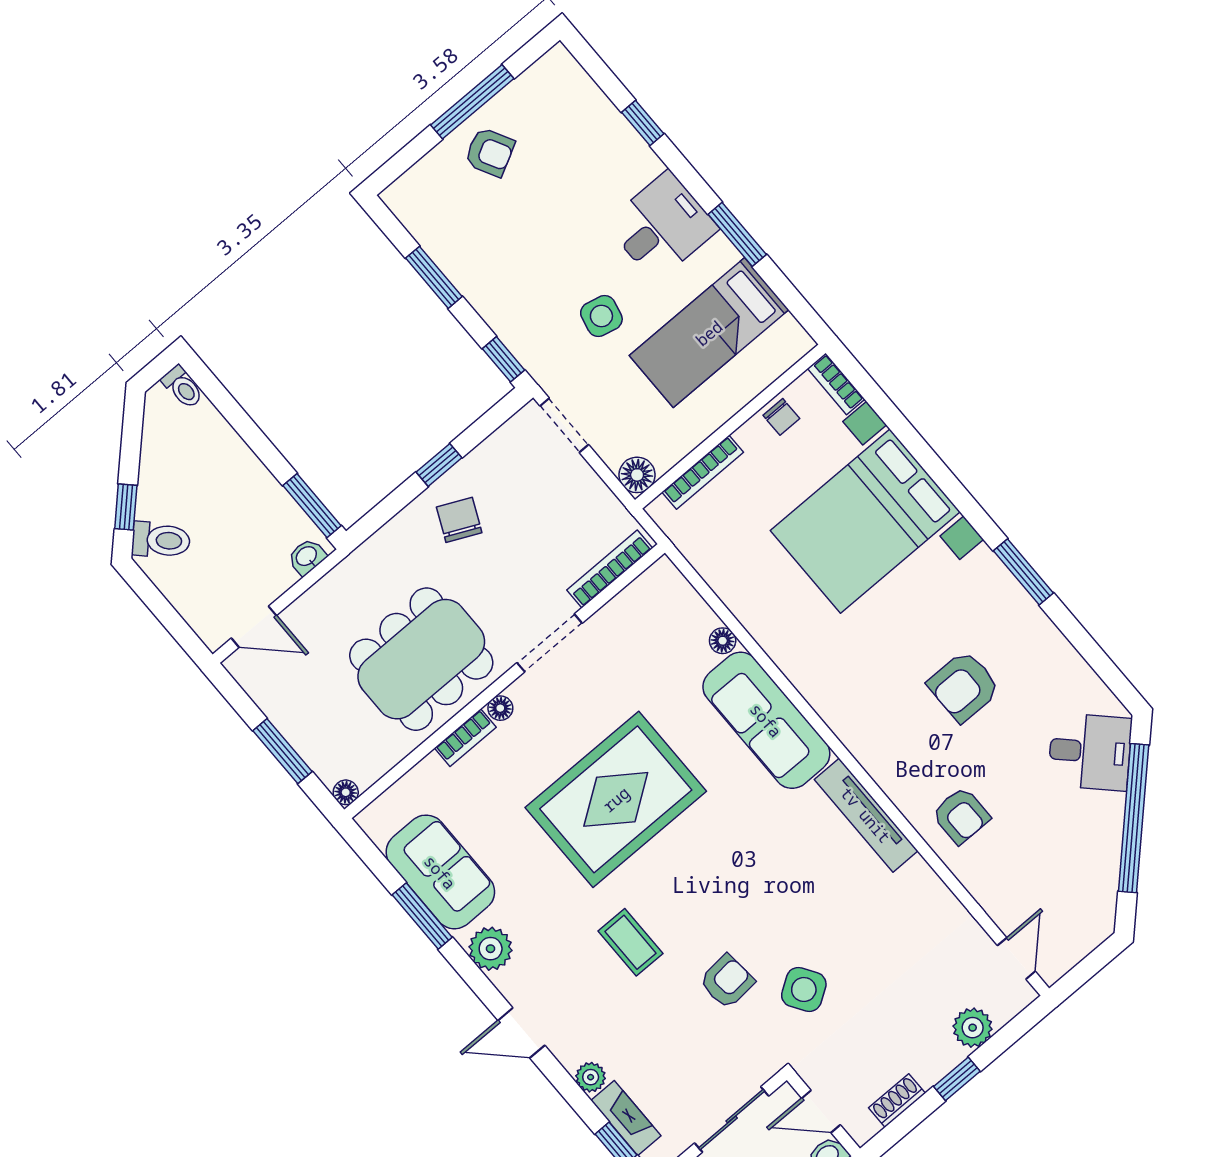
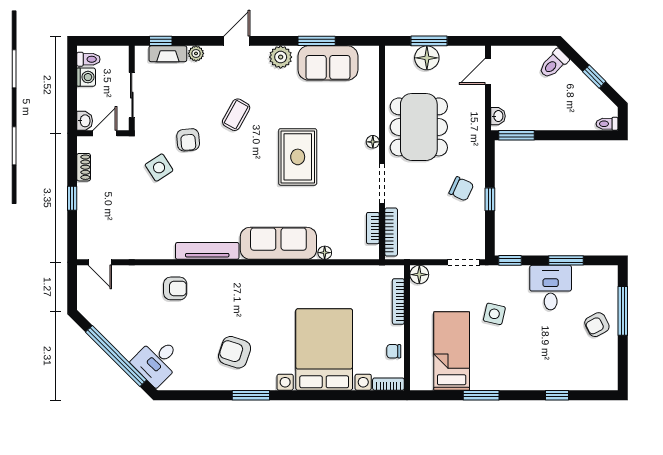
window: (472, 102) -> (623, 311), moved
desk: (662, 226) -> (551, 288), moved, turned 180
window: (126, 507) -> (594, 77), moved
armchair: (964, 686) -> (235, 352), moved, turned -72
bookcase: (465, 738) -> (373, 228), moved
floor lamp: (346, 792) -> (427, 58), moved, width x1.89, depth x1.89
rug: (616, 799) -> (298, 157), width x0.73, depth x0.69
armchair: (961, 815) -> (175, 288), turned 180
coffee table: (631, 942) -> (236, 115), turned -61
plant: (973, 1028) -> (87, 222), removed

